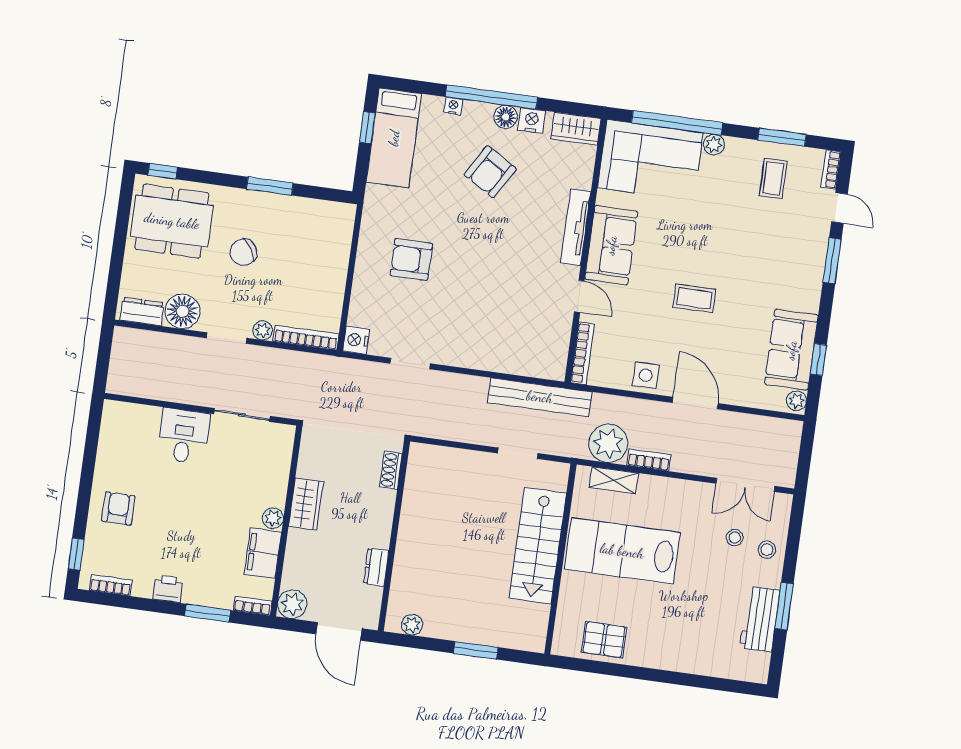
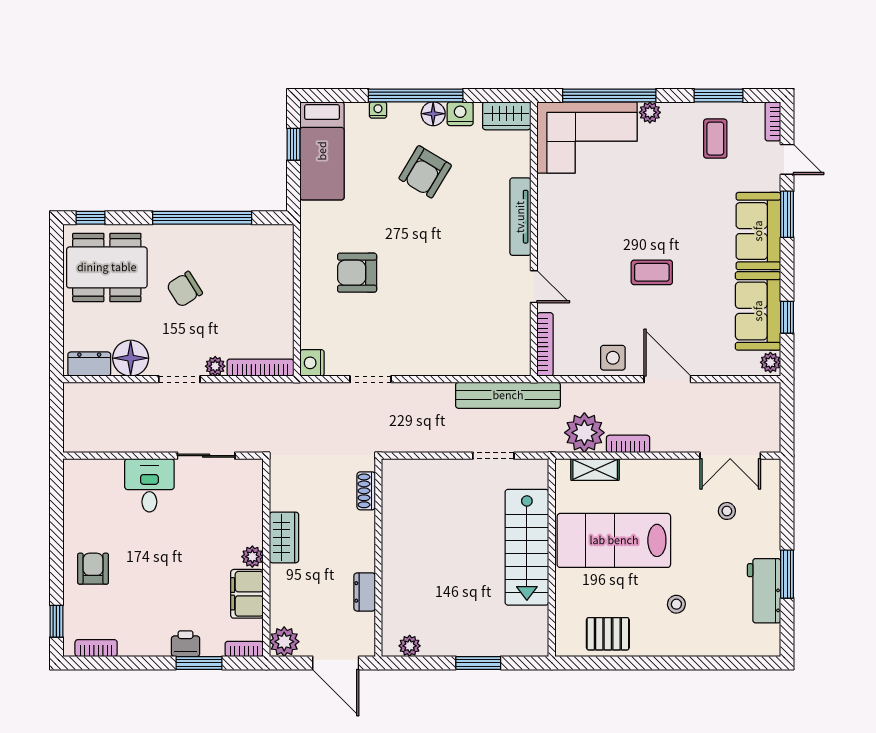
window: (270, 186) -> (202, 218), width x2.11
sofa: (611, 245) -> (758, 231), moved, turned 180
stool: (767, 550) -> (676, 604), moved
printer: (168, 589) -> (186, 644), moved

